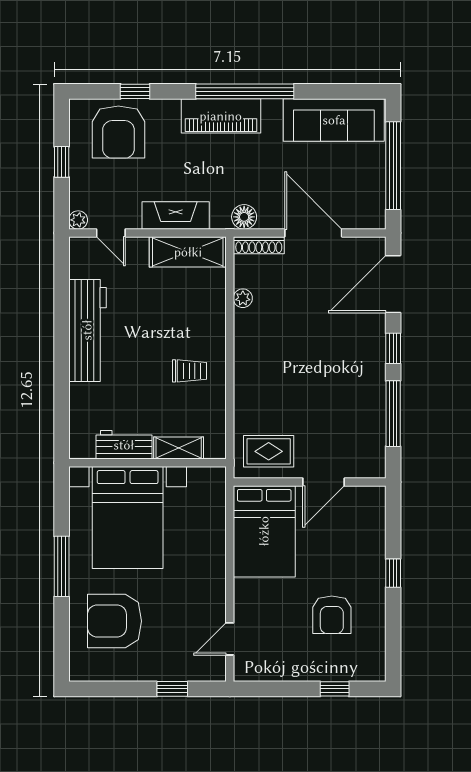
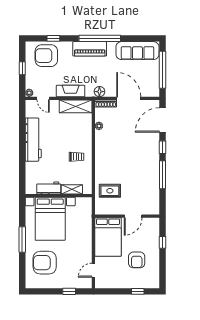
armchair: (118, 132) -> (46, 56), turned 90
wall: (310, 482) -> (127, 216), moved
door: (324, 482) -> (133, 216), moved
bed: (264, 531) -> (108, 237), moved

